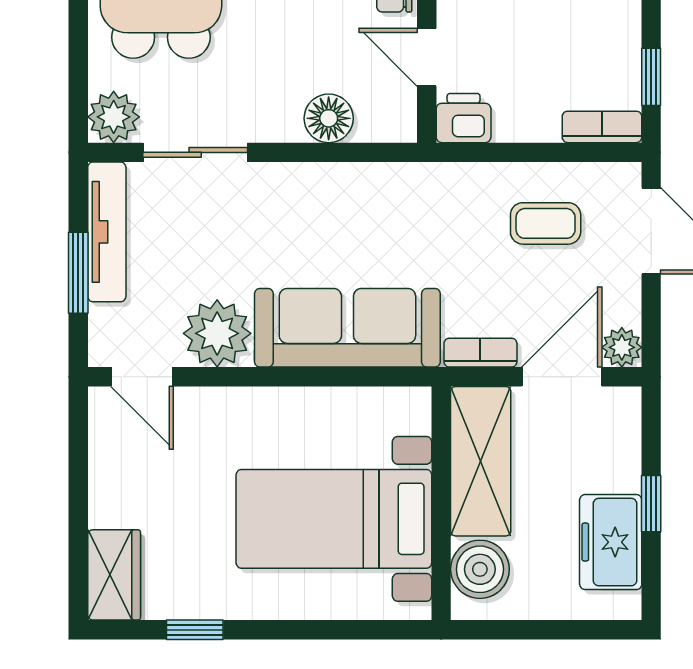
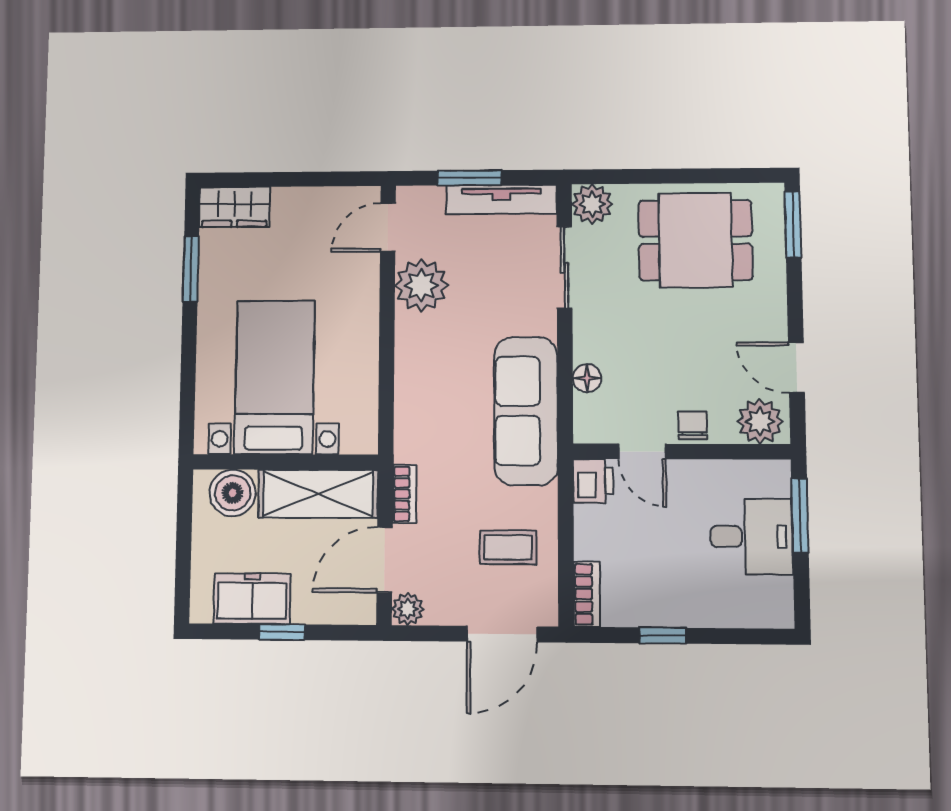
door: (427, 57) -> (642, 451), swing flipped
window: (651, 77) -> (663, 636), moved
floor lamp: (329, 118) -> (587, 378), width x0.73, depth x0.73
coffee table: (546, 223) -> (508, 547), turned 90
sofa: (347, 328) -> (526, 411), moved, turned 180
door: (562, 377) -> (385, 560), swing flipped
window: (195, 630) -> (191, 269), width x1.50

